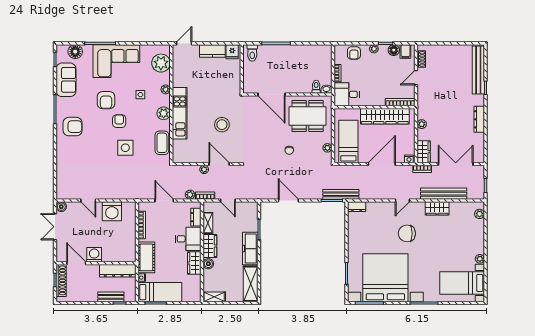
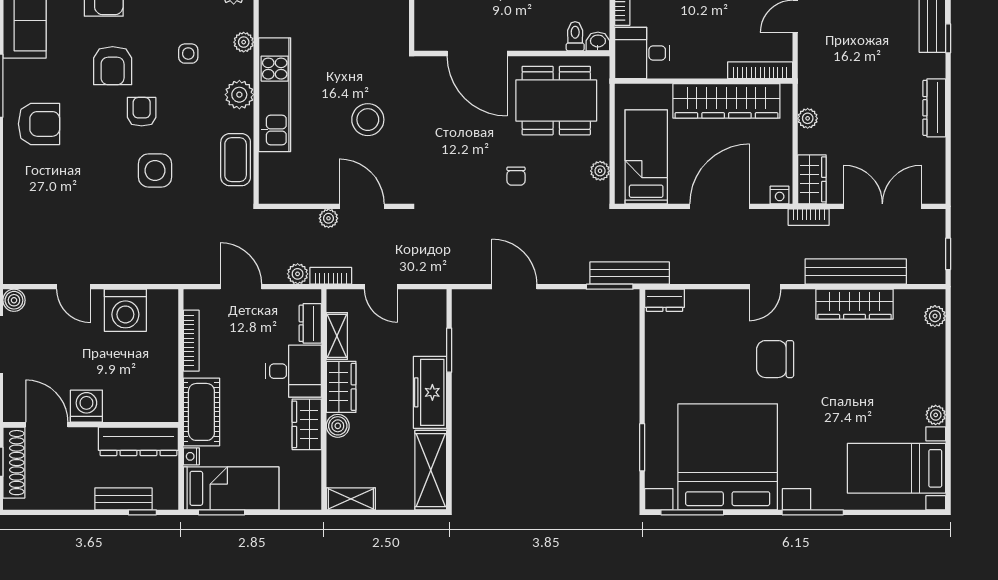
wardrobe: (437, 208) -> (854, 304), width x1.50

